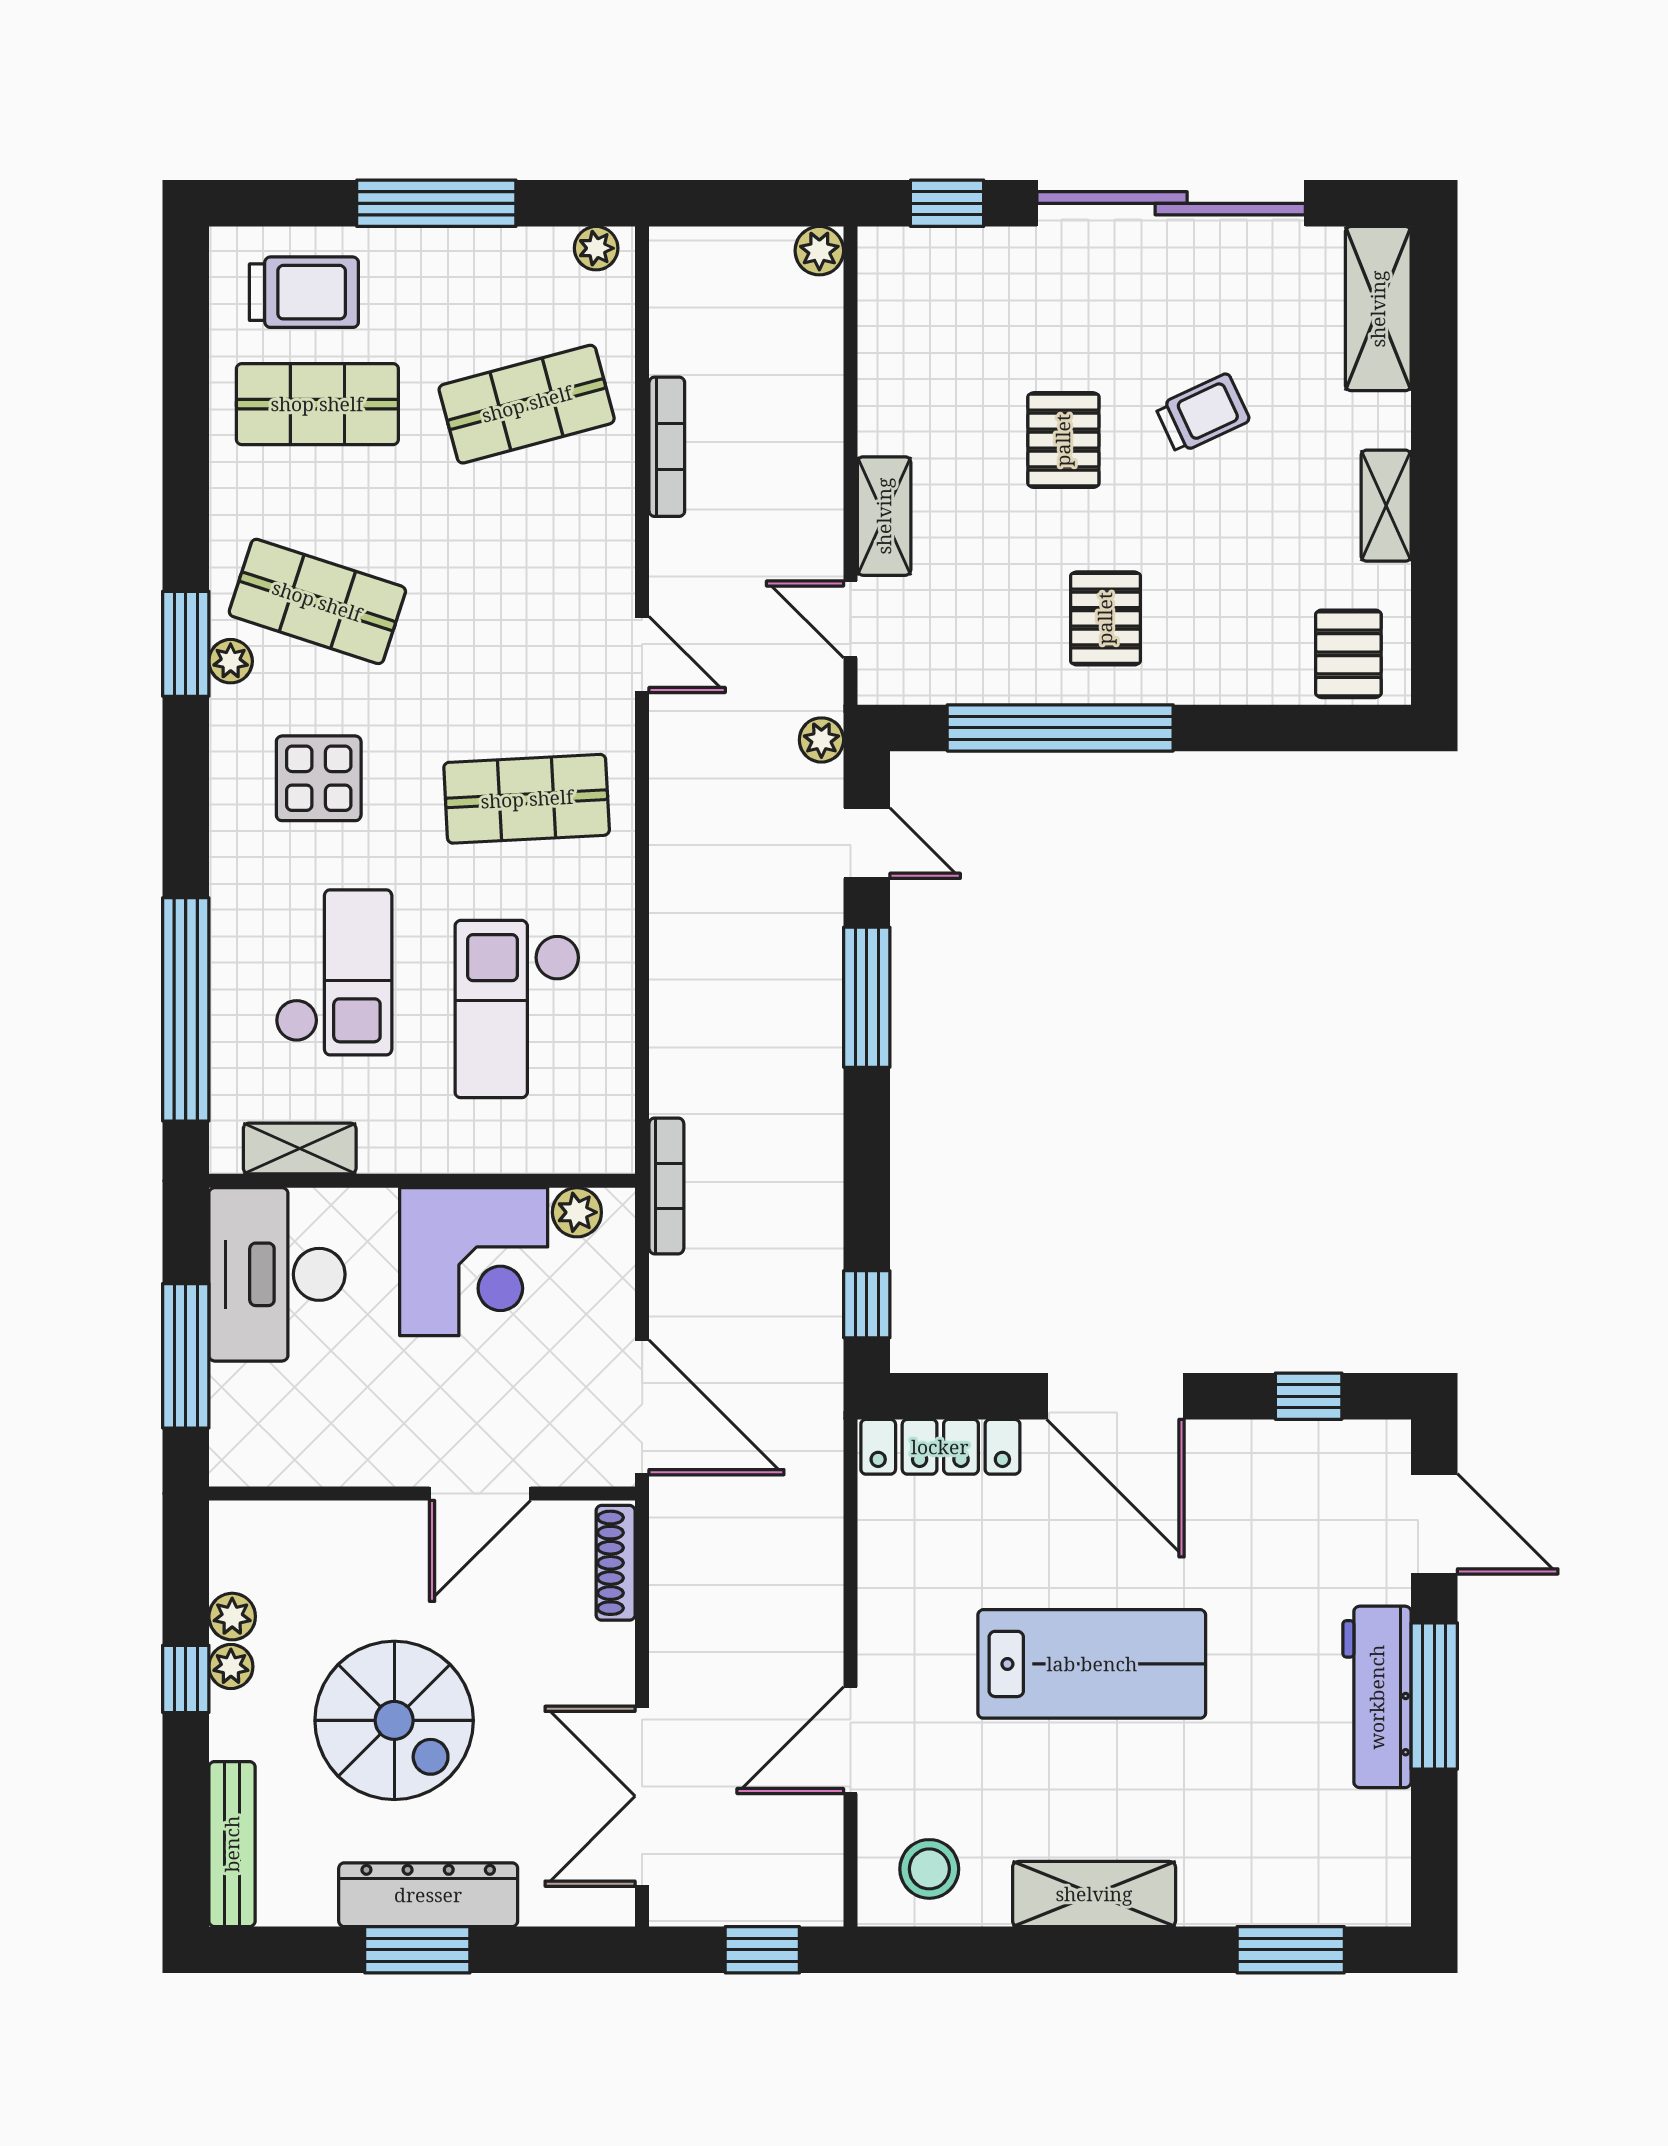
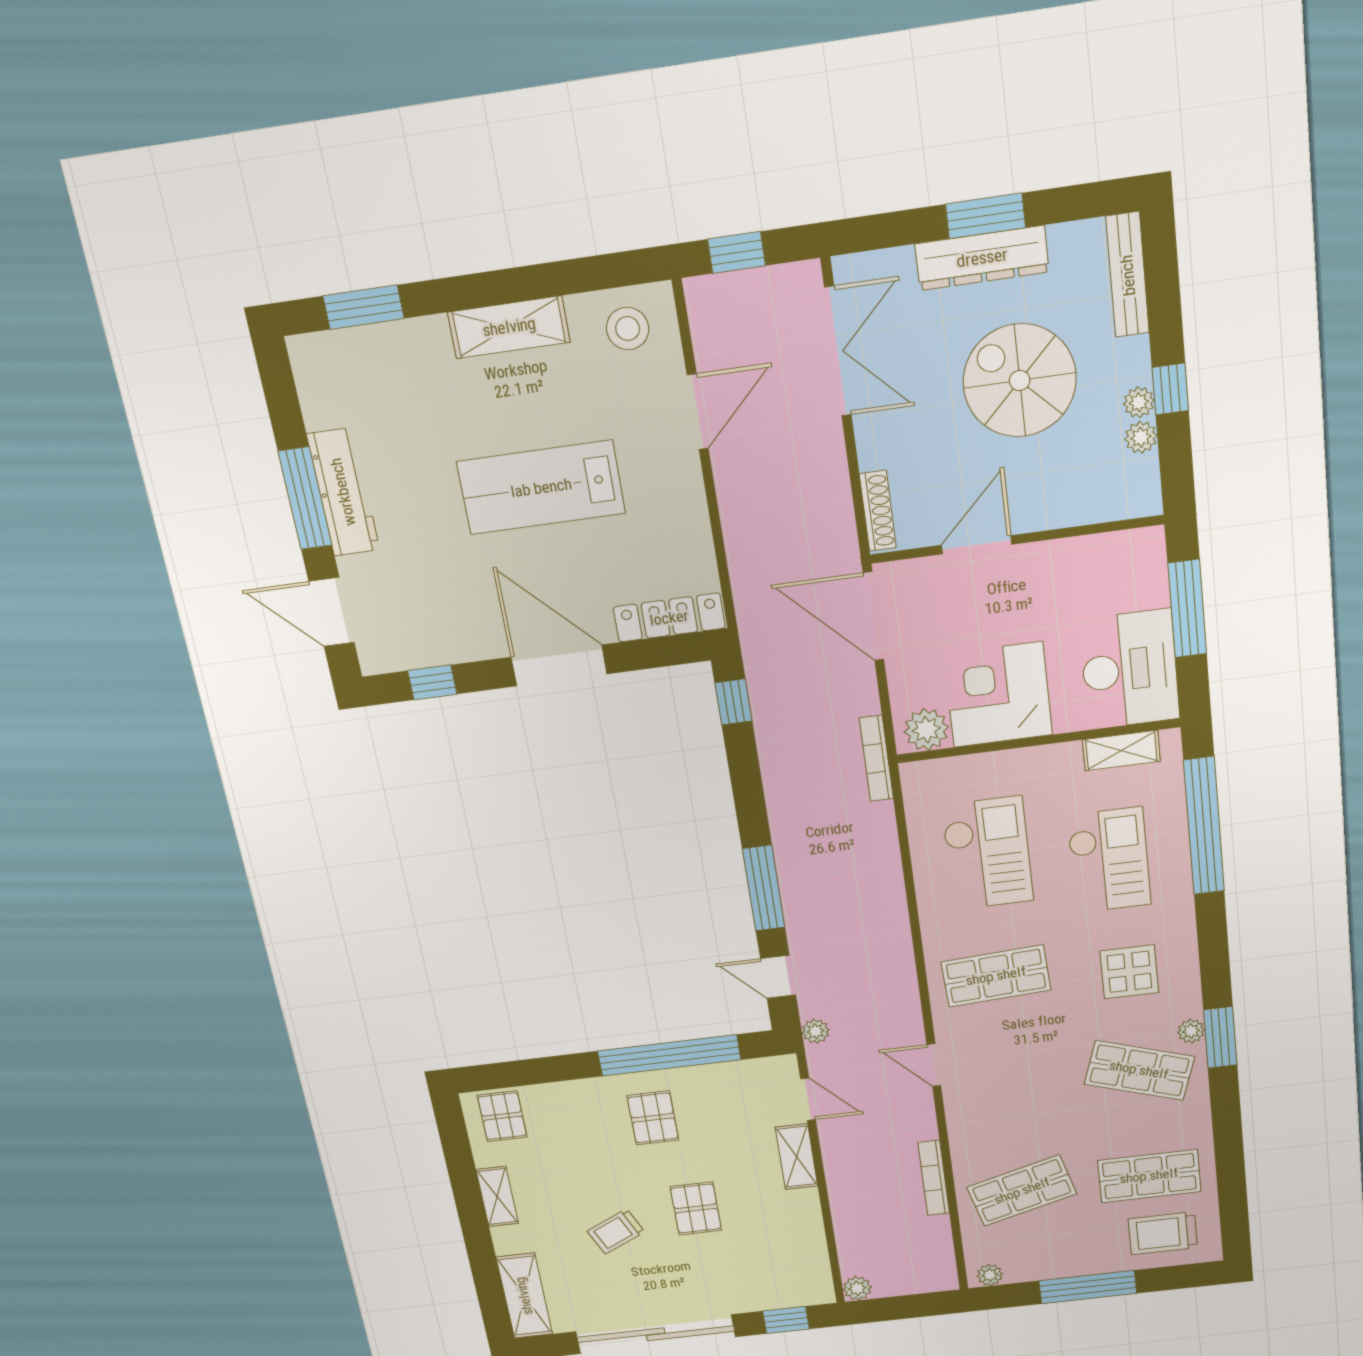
checkout: (334, 972) -> (1109, 860), turned 180
plant: (577, 1212) -> (926, 730), width x1.38, depth x1.38

